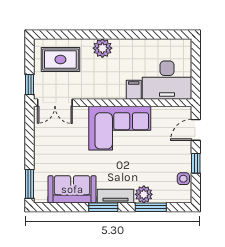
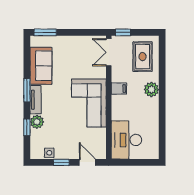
filing cabinet: (134, 90) -> (119, 89), moved
window: (151, 207) -> (27, 127), width x0.67

